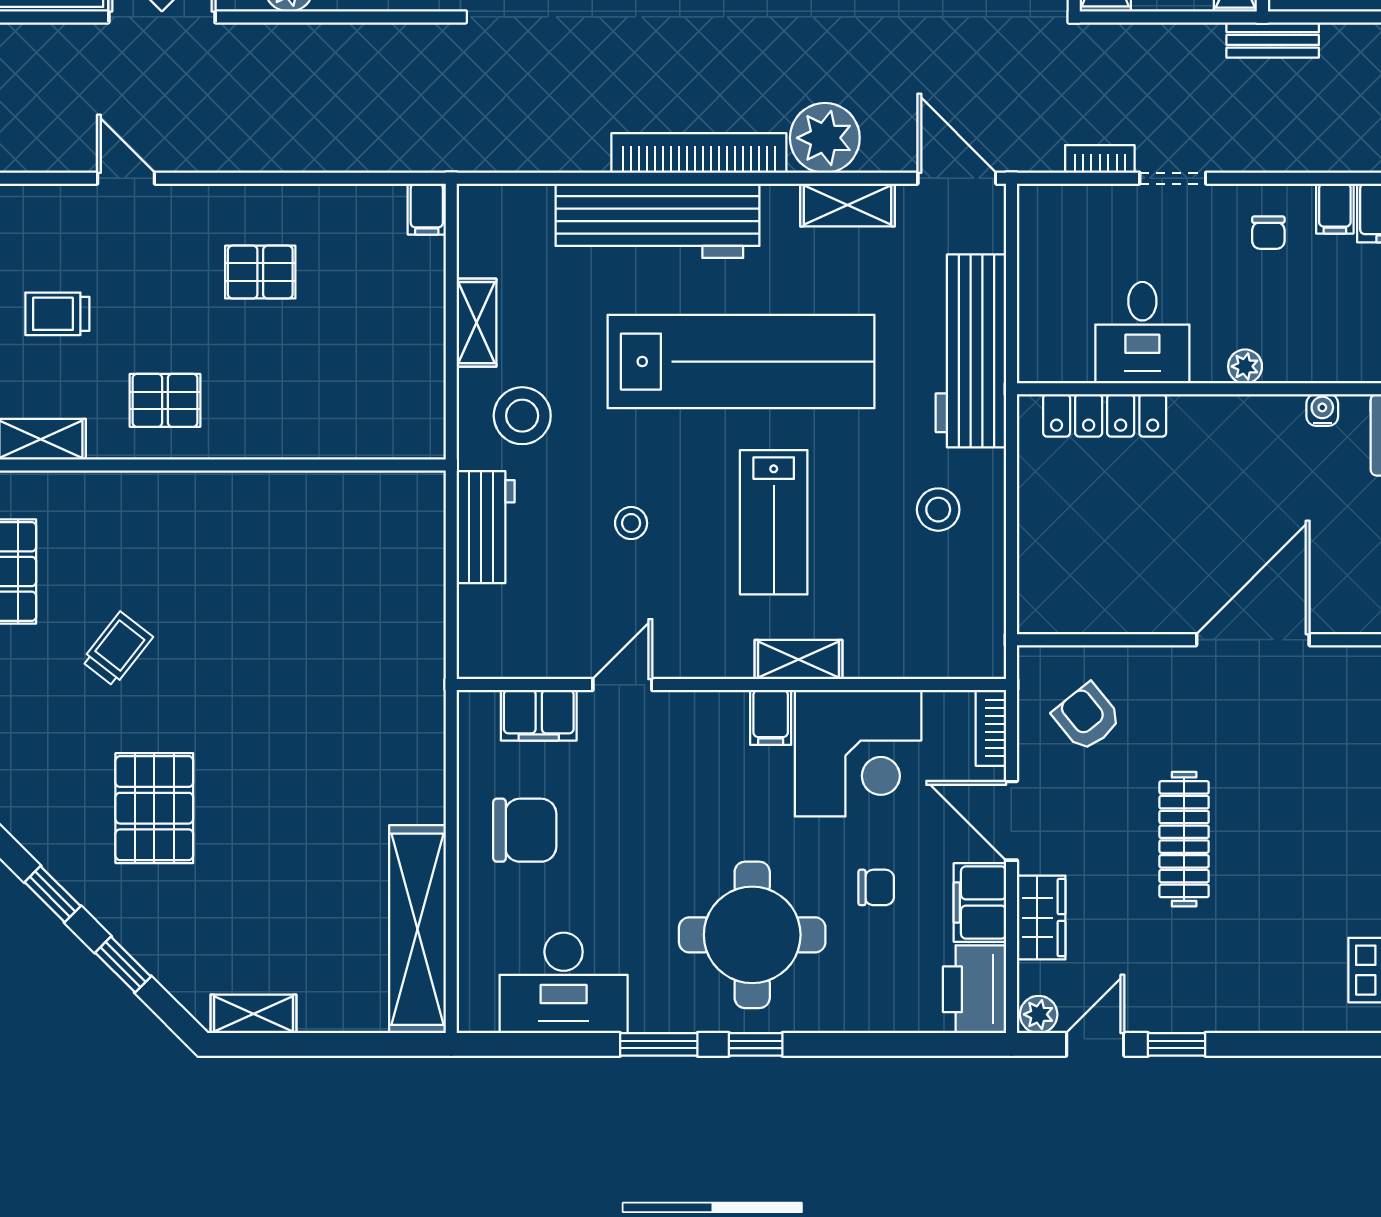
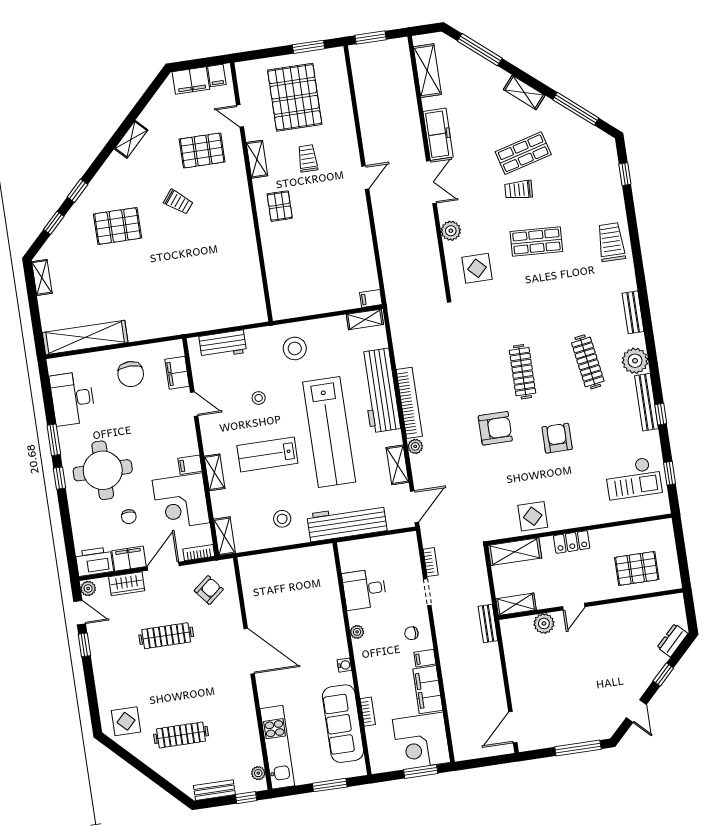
plant: (825, 138) -> (415, 446), width x0.53, depth x0.53
pallet: (260, 272) -> (336, 236), removed
shelving: (477, 323) -> (365, 319), moved
locker: (1105, 415) -> (329, 579), removed
workbench: (486, 527) -> (223, 344), moved
shelving: (960, 658) -> (224, 536), added

